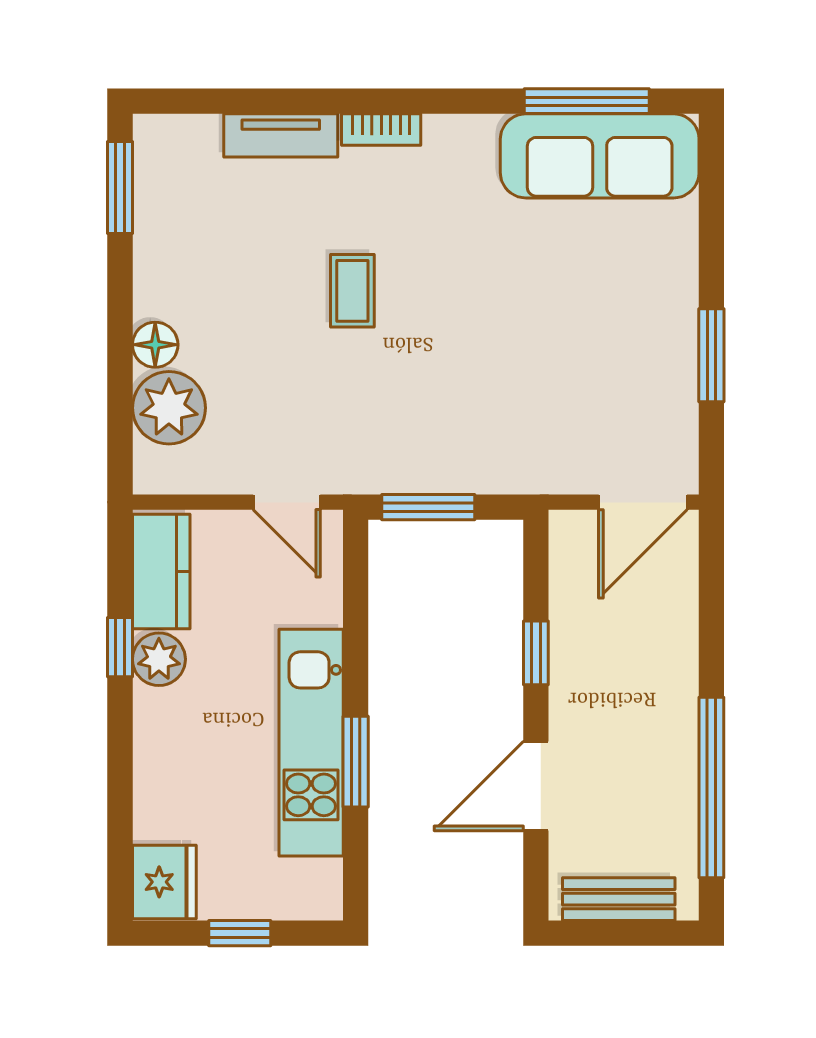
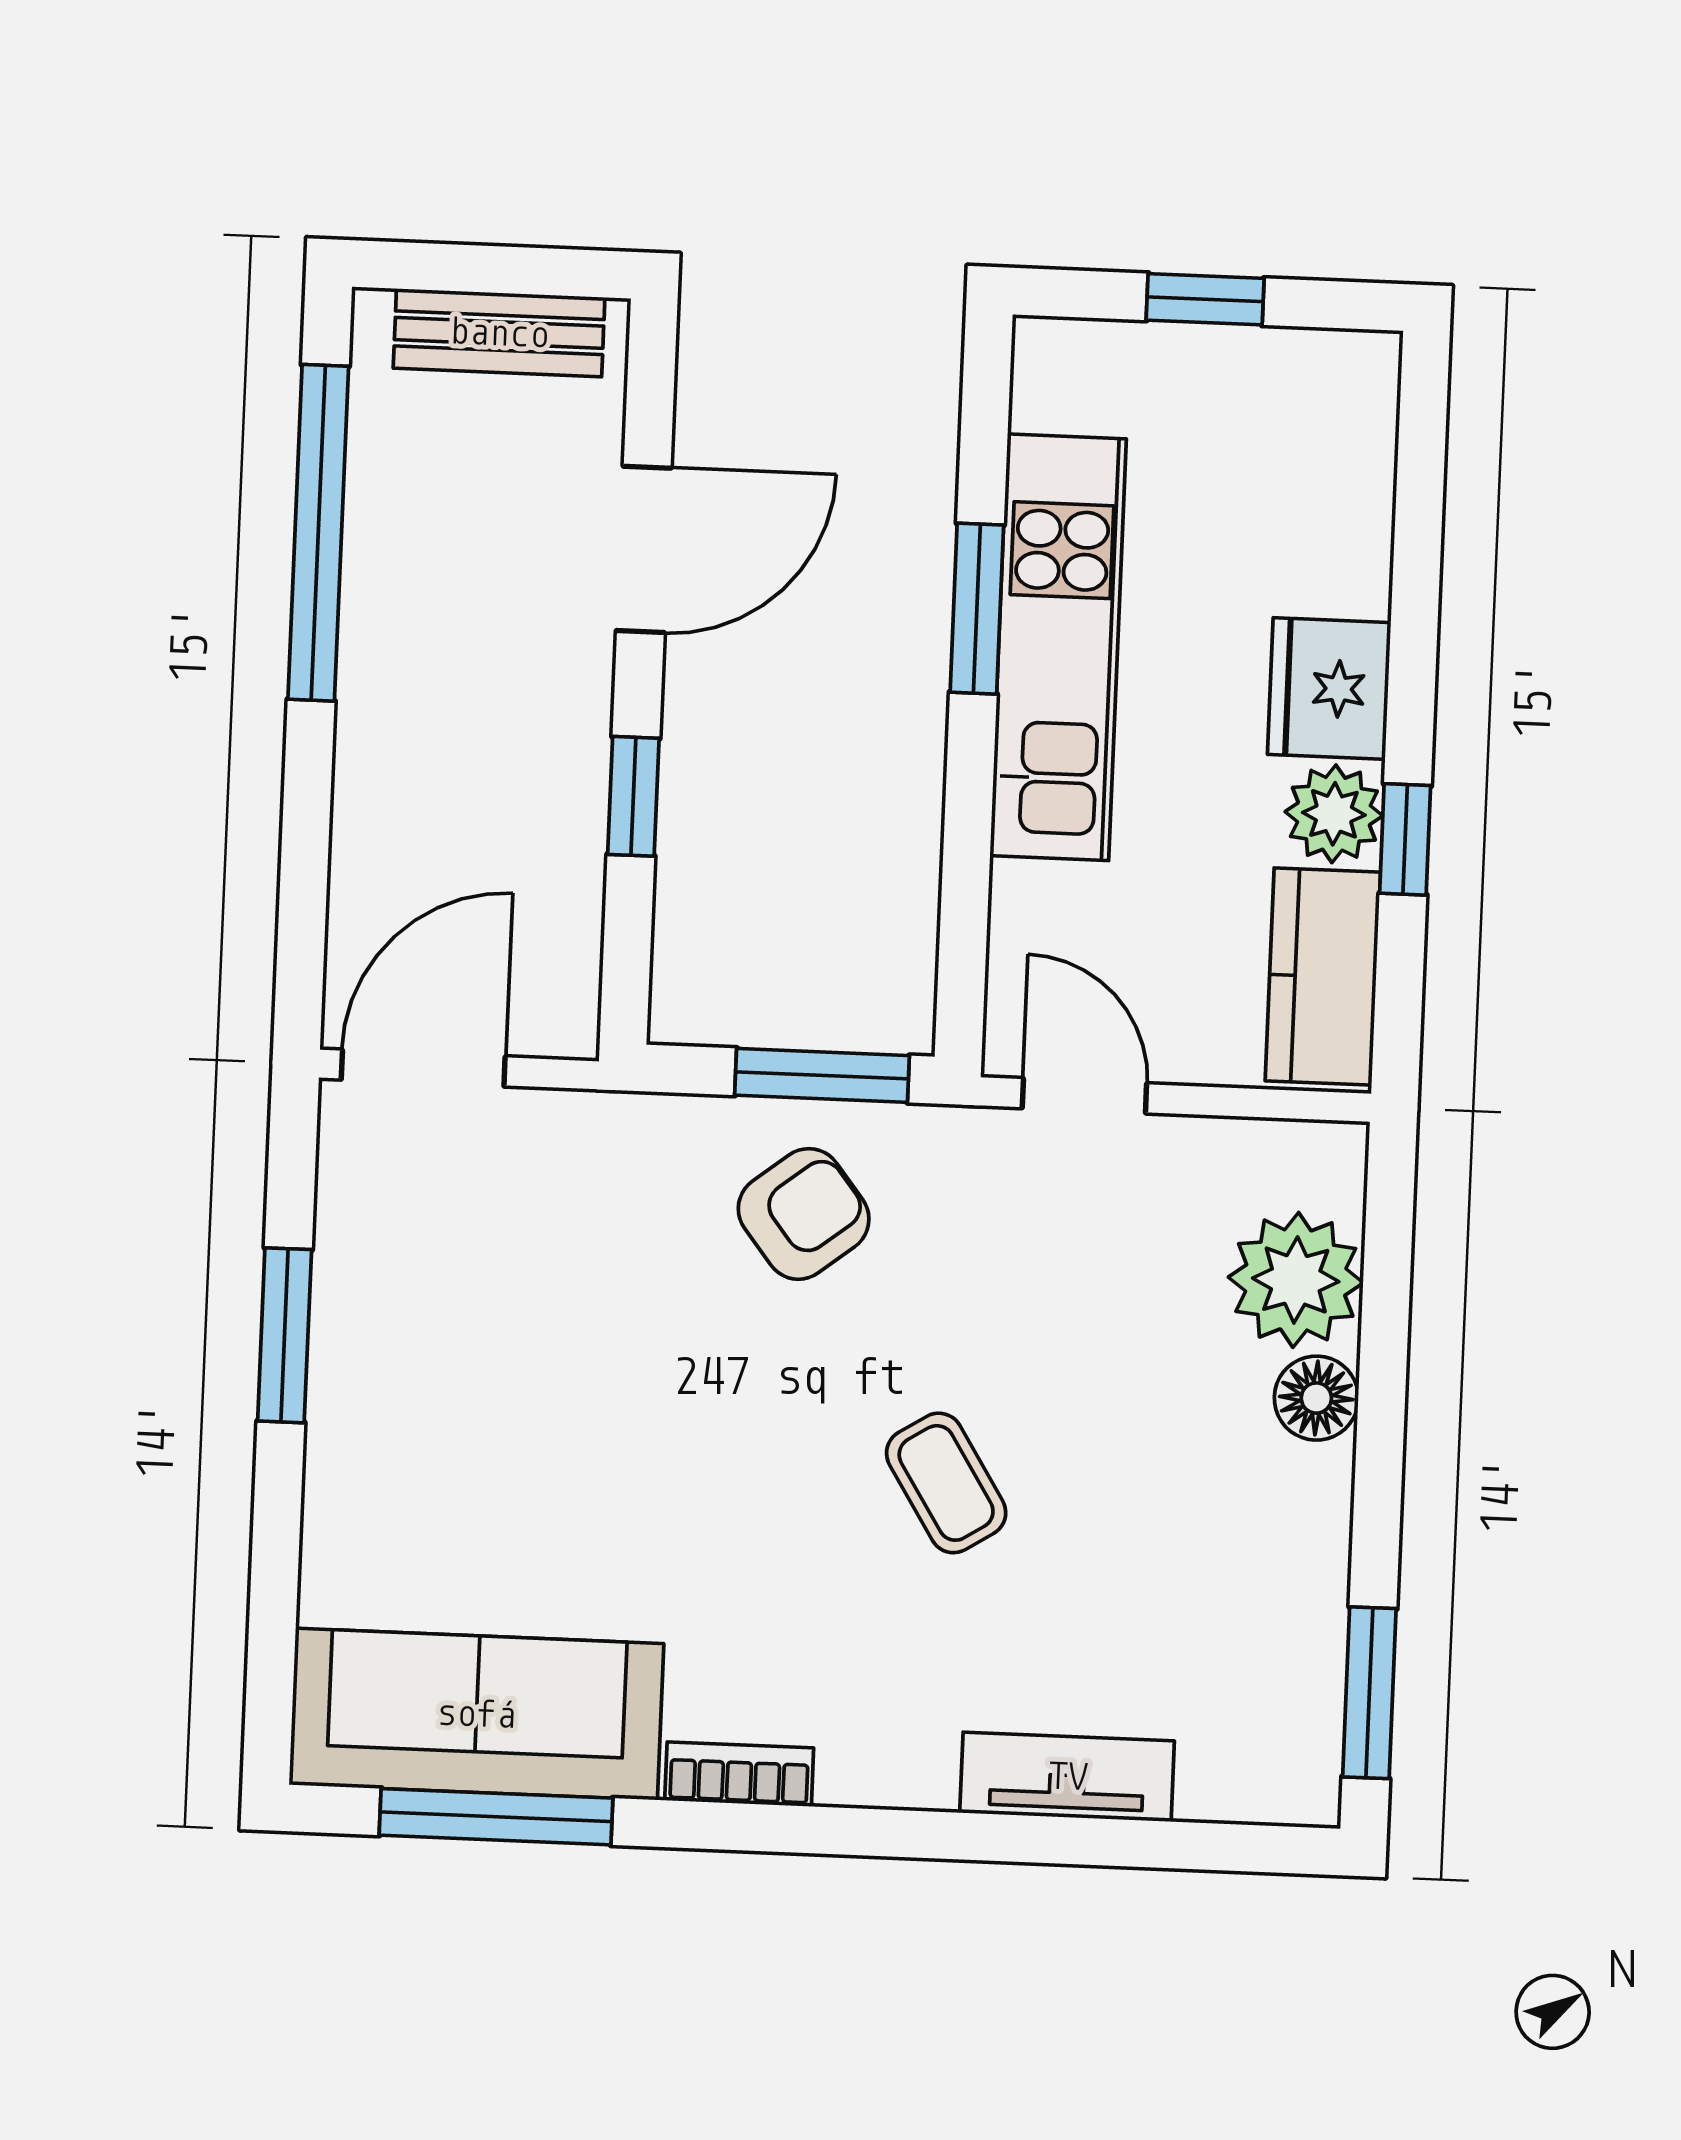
bookcase: (381, 129) -> (739, 1774), moved
coffee table: (352, 291) -> (946, 1483), turned -32
armchair: (435, 432) -> (804, 1214), added
fridge: (164, 882) -> (1329, 688), moved

